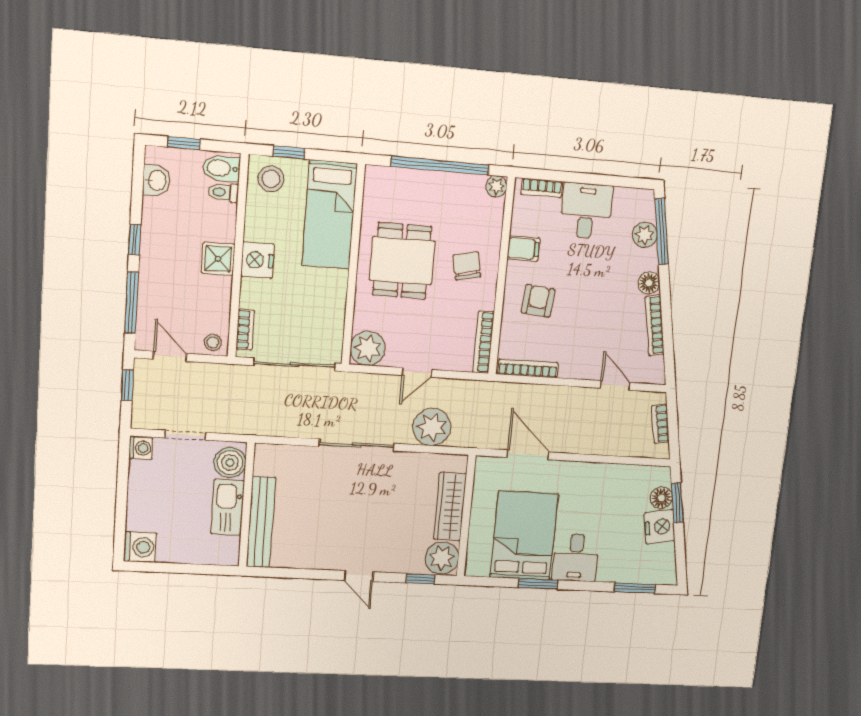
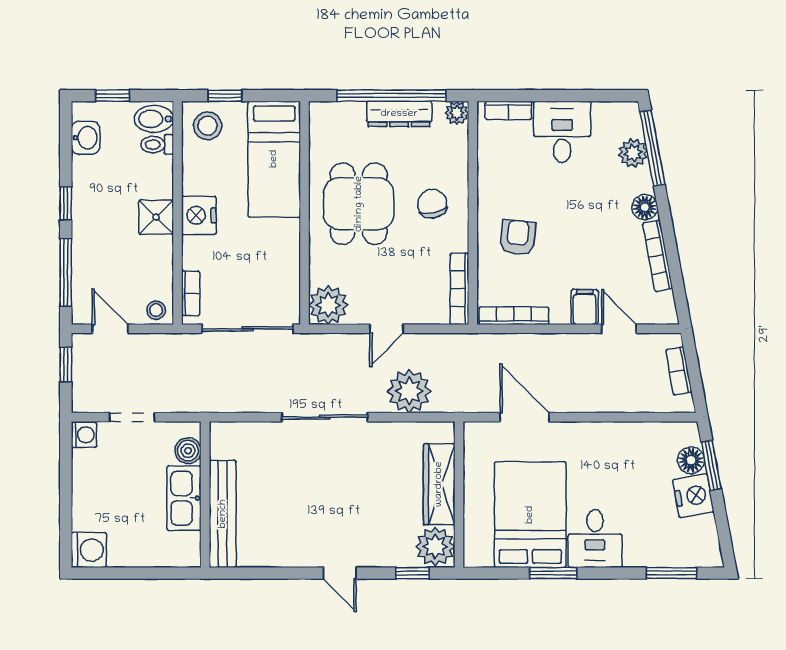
dresser: (445, 183) -> (399, 114), added
filing cabinet: (523, 248) -> (585, 307), moved, turned -90
boiler: (230, 463) -> (188, 451), width x0.73, depth x0.73

